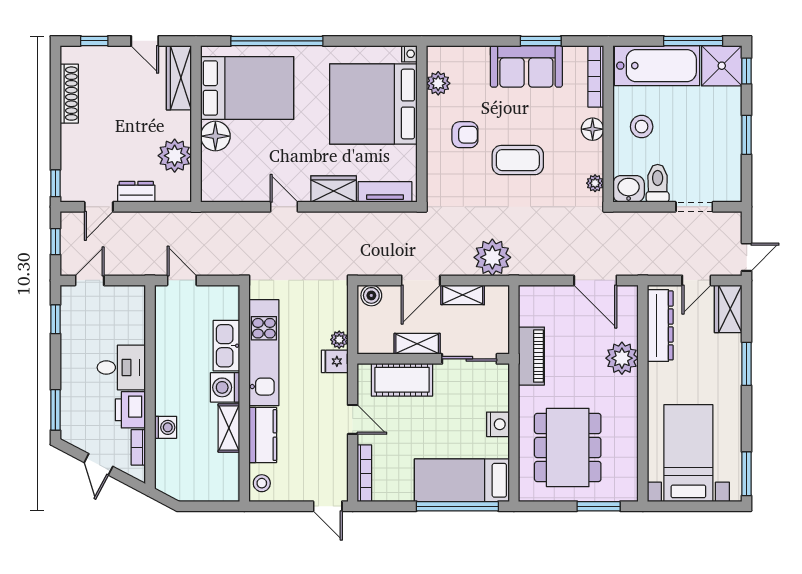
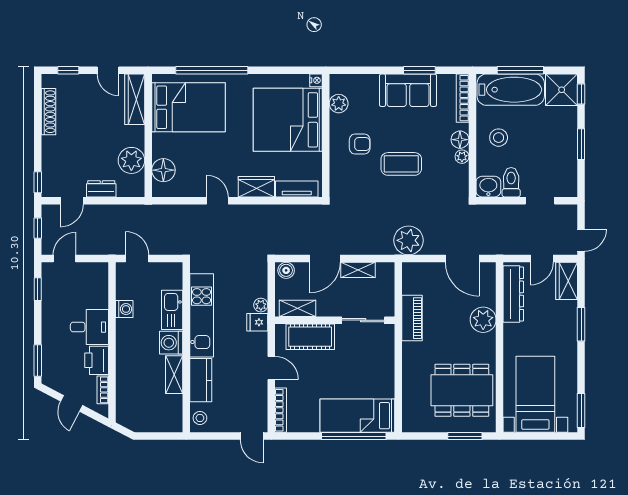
window: (693, 41) -> (520, 70), moved
floor lamp: (215, 136) -> (163, 170), moved
plant: (595, 183) -> (462, 157), moved
plant: (492, 257) -> (408, 240), moved
shelving: (417, 344) -> (297, 308), moved
nightstand: (498, 424) -> (386, 372), removed
washing machine: (166, 427) -> (124, 309), moved
dining table: (568, 447) -> (462, 390), moved, turned 90

